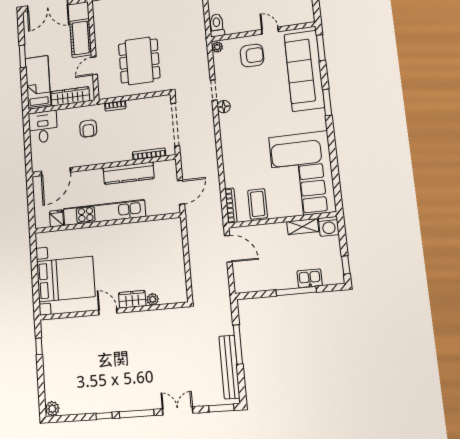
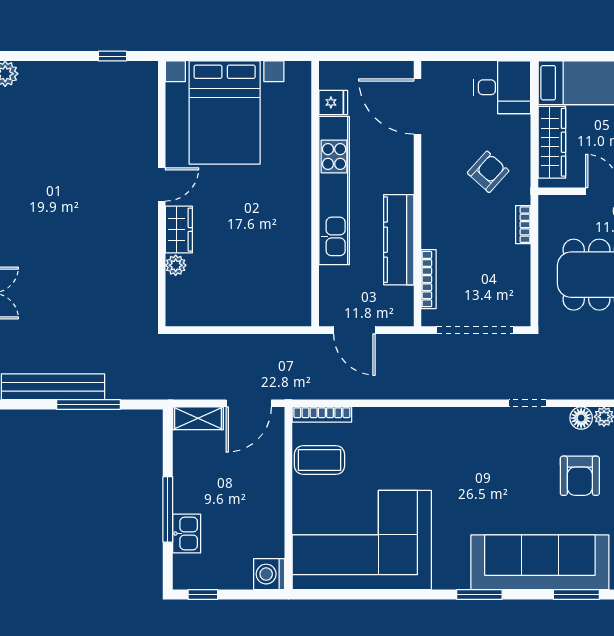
floor lamp: (224, 107) -> (581, 418), moved
armchair: (88, 129) -> (488, 172), turned 132
shelving: (303, 227) -> (198, 418), moved, turned 90

